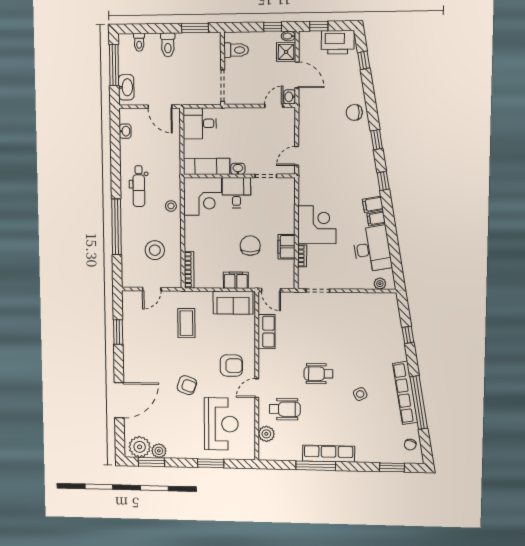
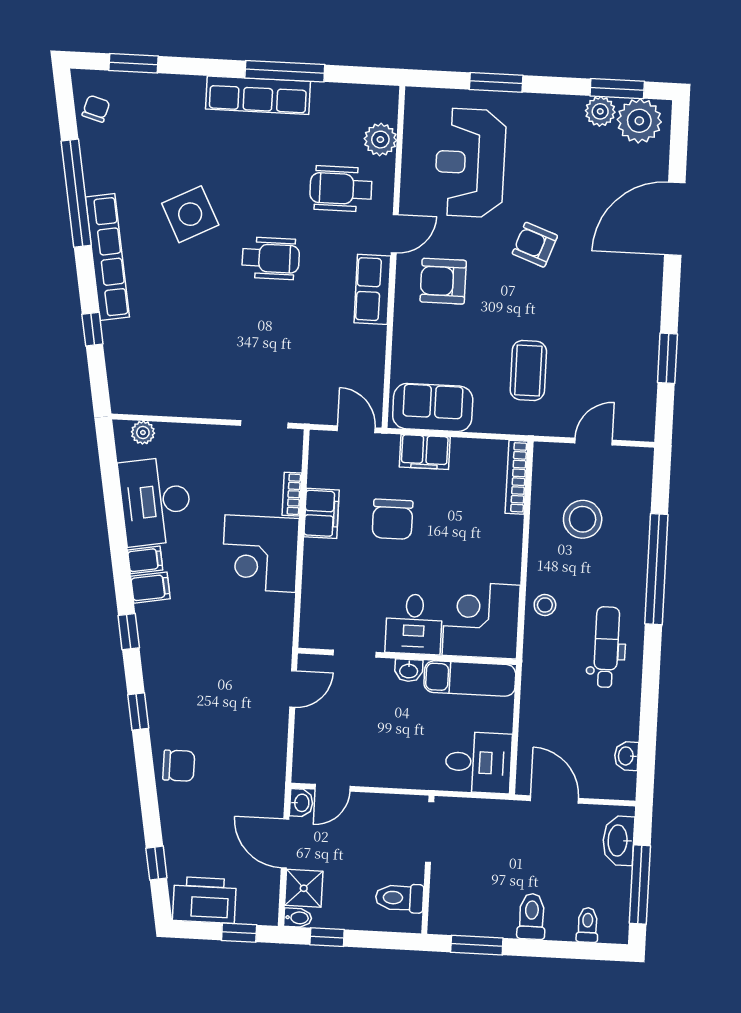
row of seats: (266, 332) -> (372, 289), moved
row of seats: (405, 393) -> (107, 257), moved
side table: (360, 394) -> (190, 214), width x1.87, depth x1.87

